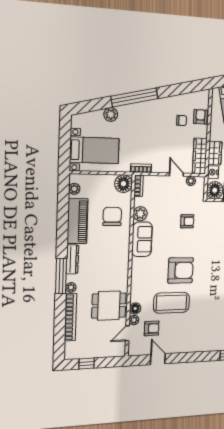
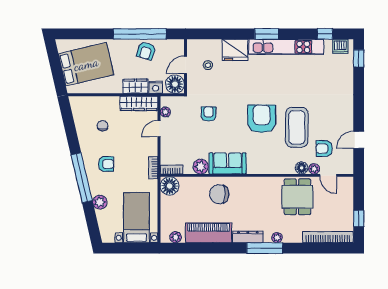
armchair: (200, 117) -> (106, 164), moved, turned 180
chair: (112, 217) -> (219, 194), moved
bookcase: (70, 317) -> (328, 237), moved
armchair: (152, 328) -> (324, 149), turned -90

